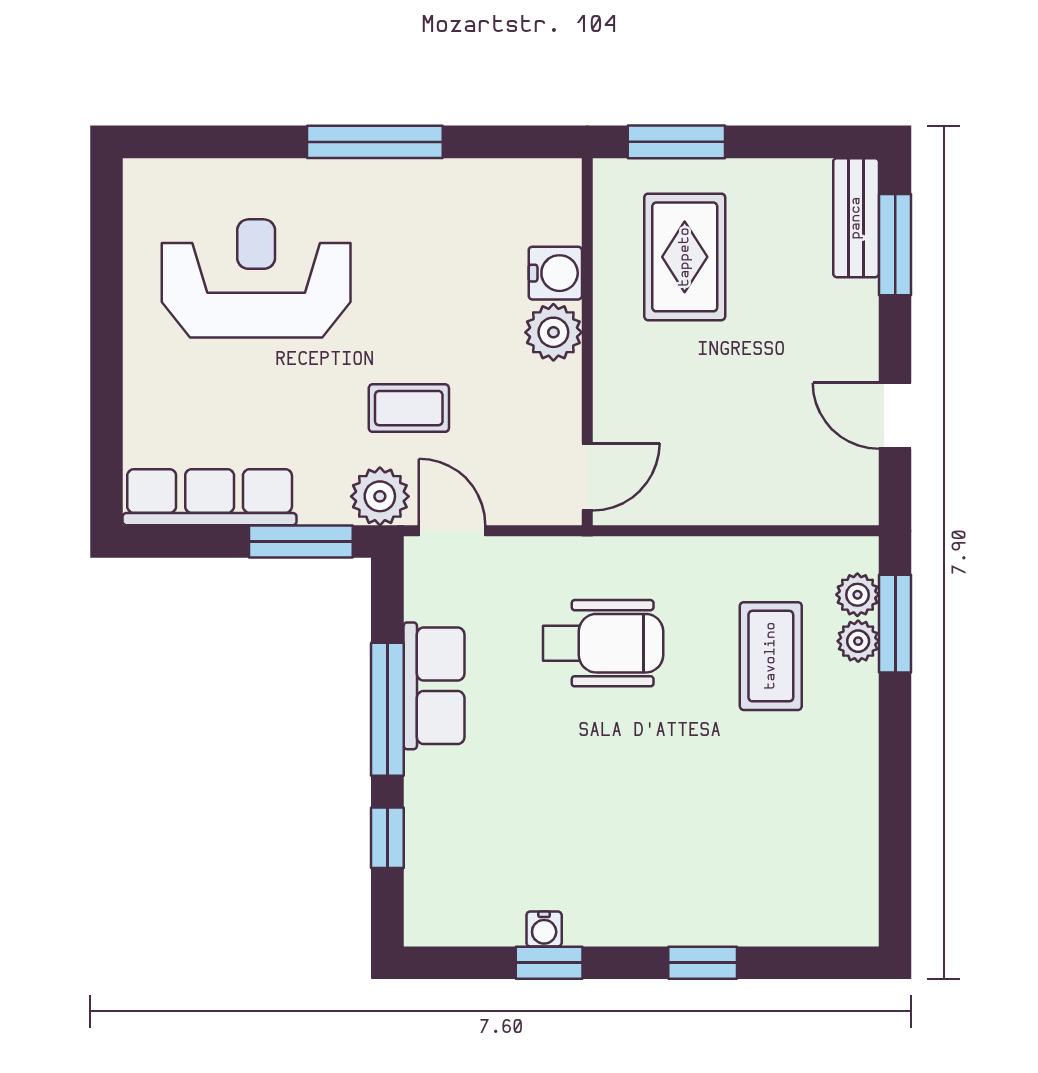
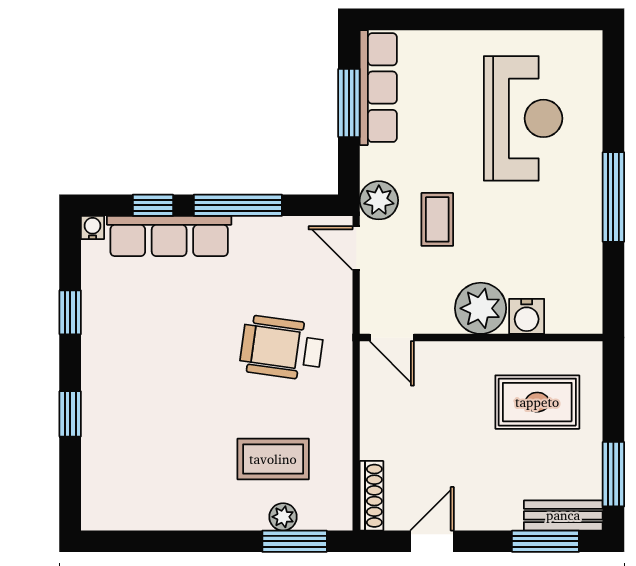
window: (676, 142) -> (613, 474), moved
plant: (553, 332) -> (481, 308), width x1.36, depth x1.36
shoe rack: (826, 507) -> (372, 496), added
door: (452, 531) -> (356, 248), swing flipped
window: (301, 541) -> (349, 103), moved
plant: (857, 595) -> (314, 516), removed
wheelchair: (603, 643) -> (282, 348), turned 98
row of seats: (434, 686) -> (169, 236), moved, width x1.48
water cooler: (544, 929) -> (93, 228), moved, turned 90

